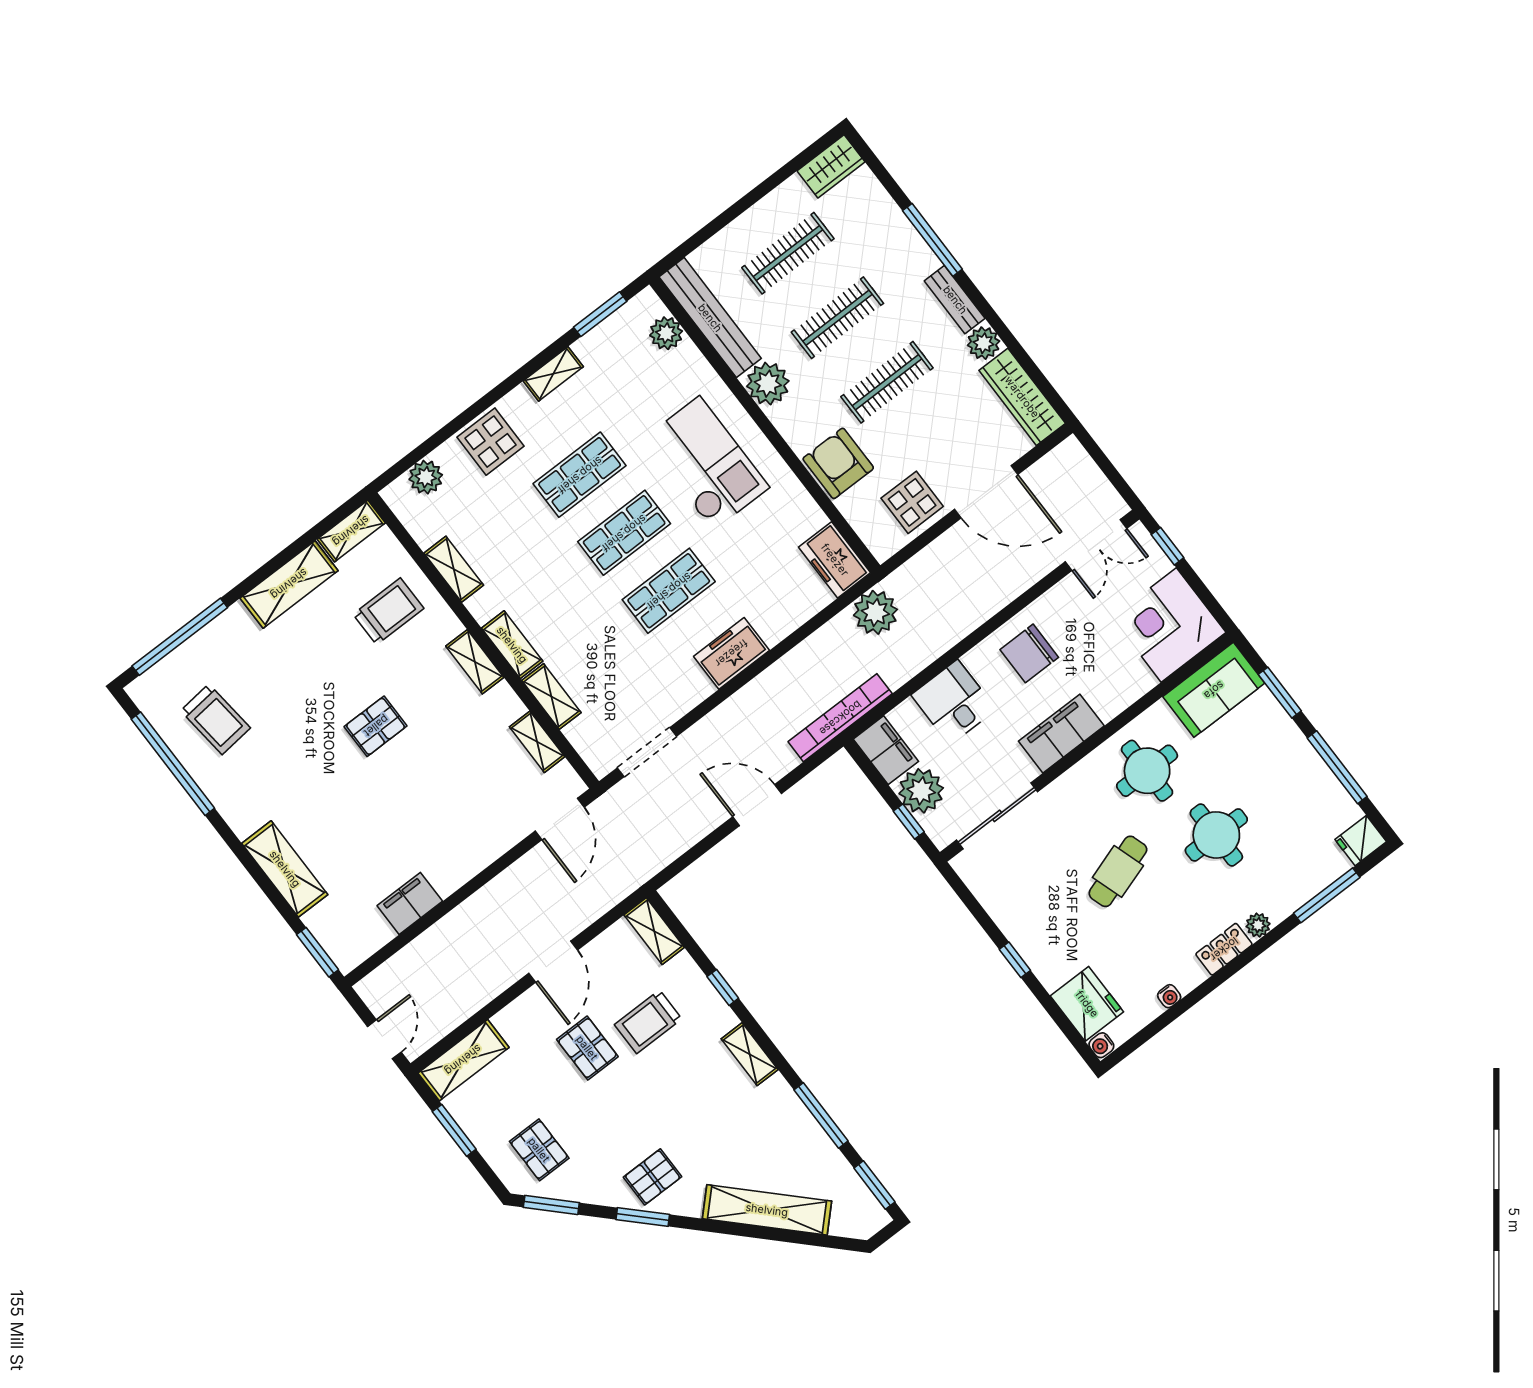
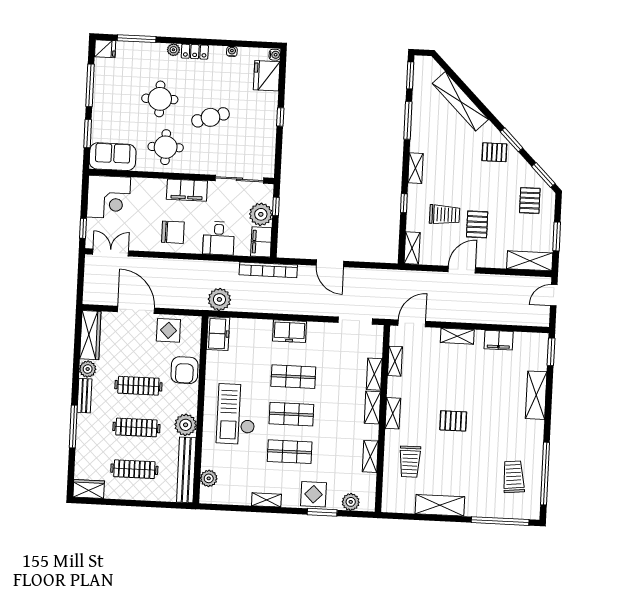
window: (600, 314) -> (322, 512), moved
shelving: (351, 531) -> (457, 336), moved
trolley: (388, 611) -> (410, 462), turned -90

